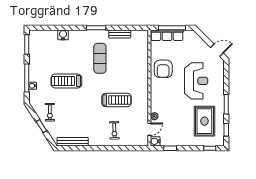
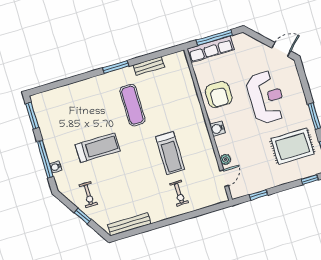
water cooler: (63, 35) -> (76, 89), removed
treadmill: (66, 81) -> (98, 148), turned 180
treadmill: (116, 100) -> (170, 153), turned 90
rug: (204, 121) -> (293, 146), turned 90
water cooler: (155, 141) -> (218, 129), moved

